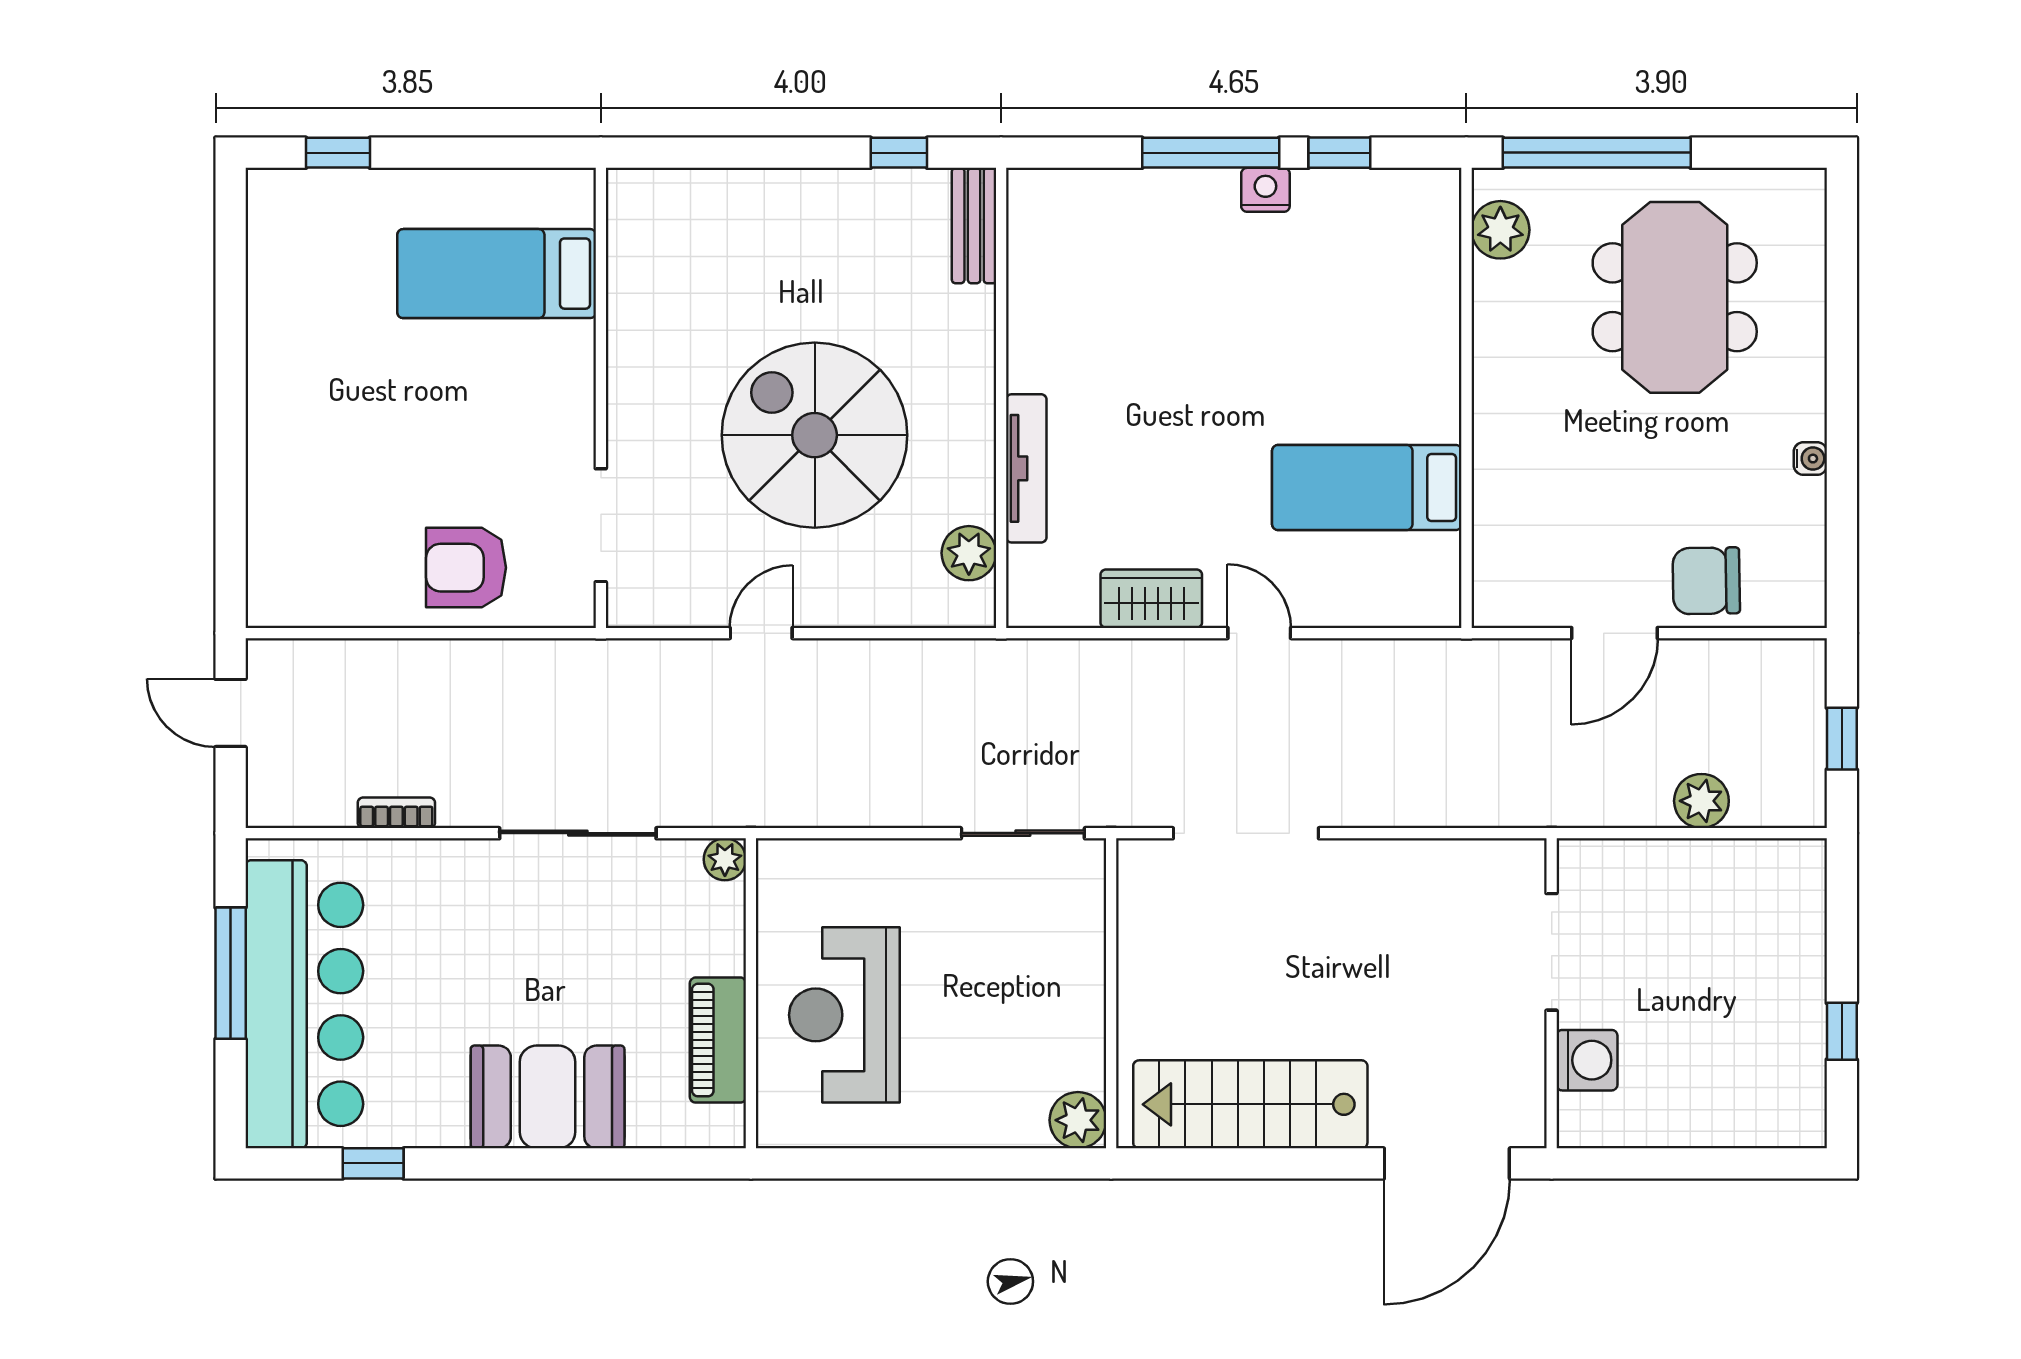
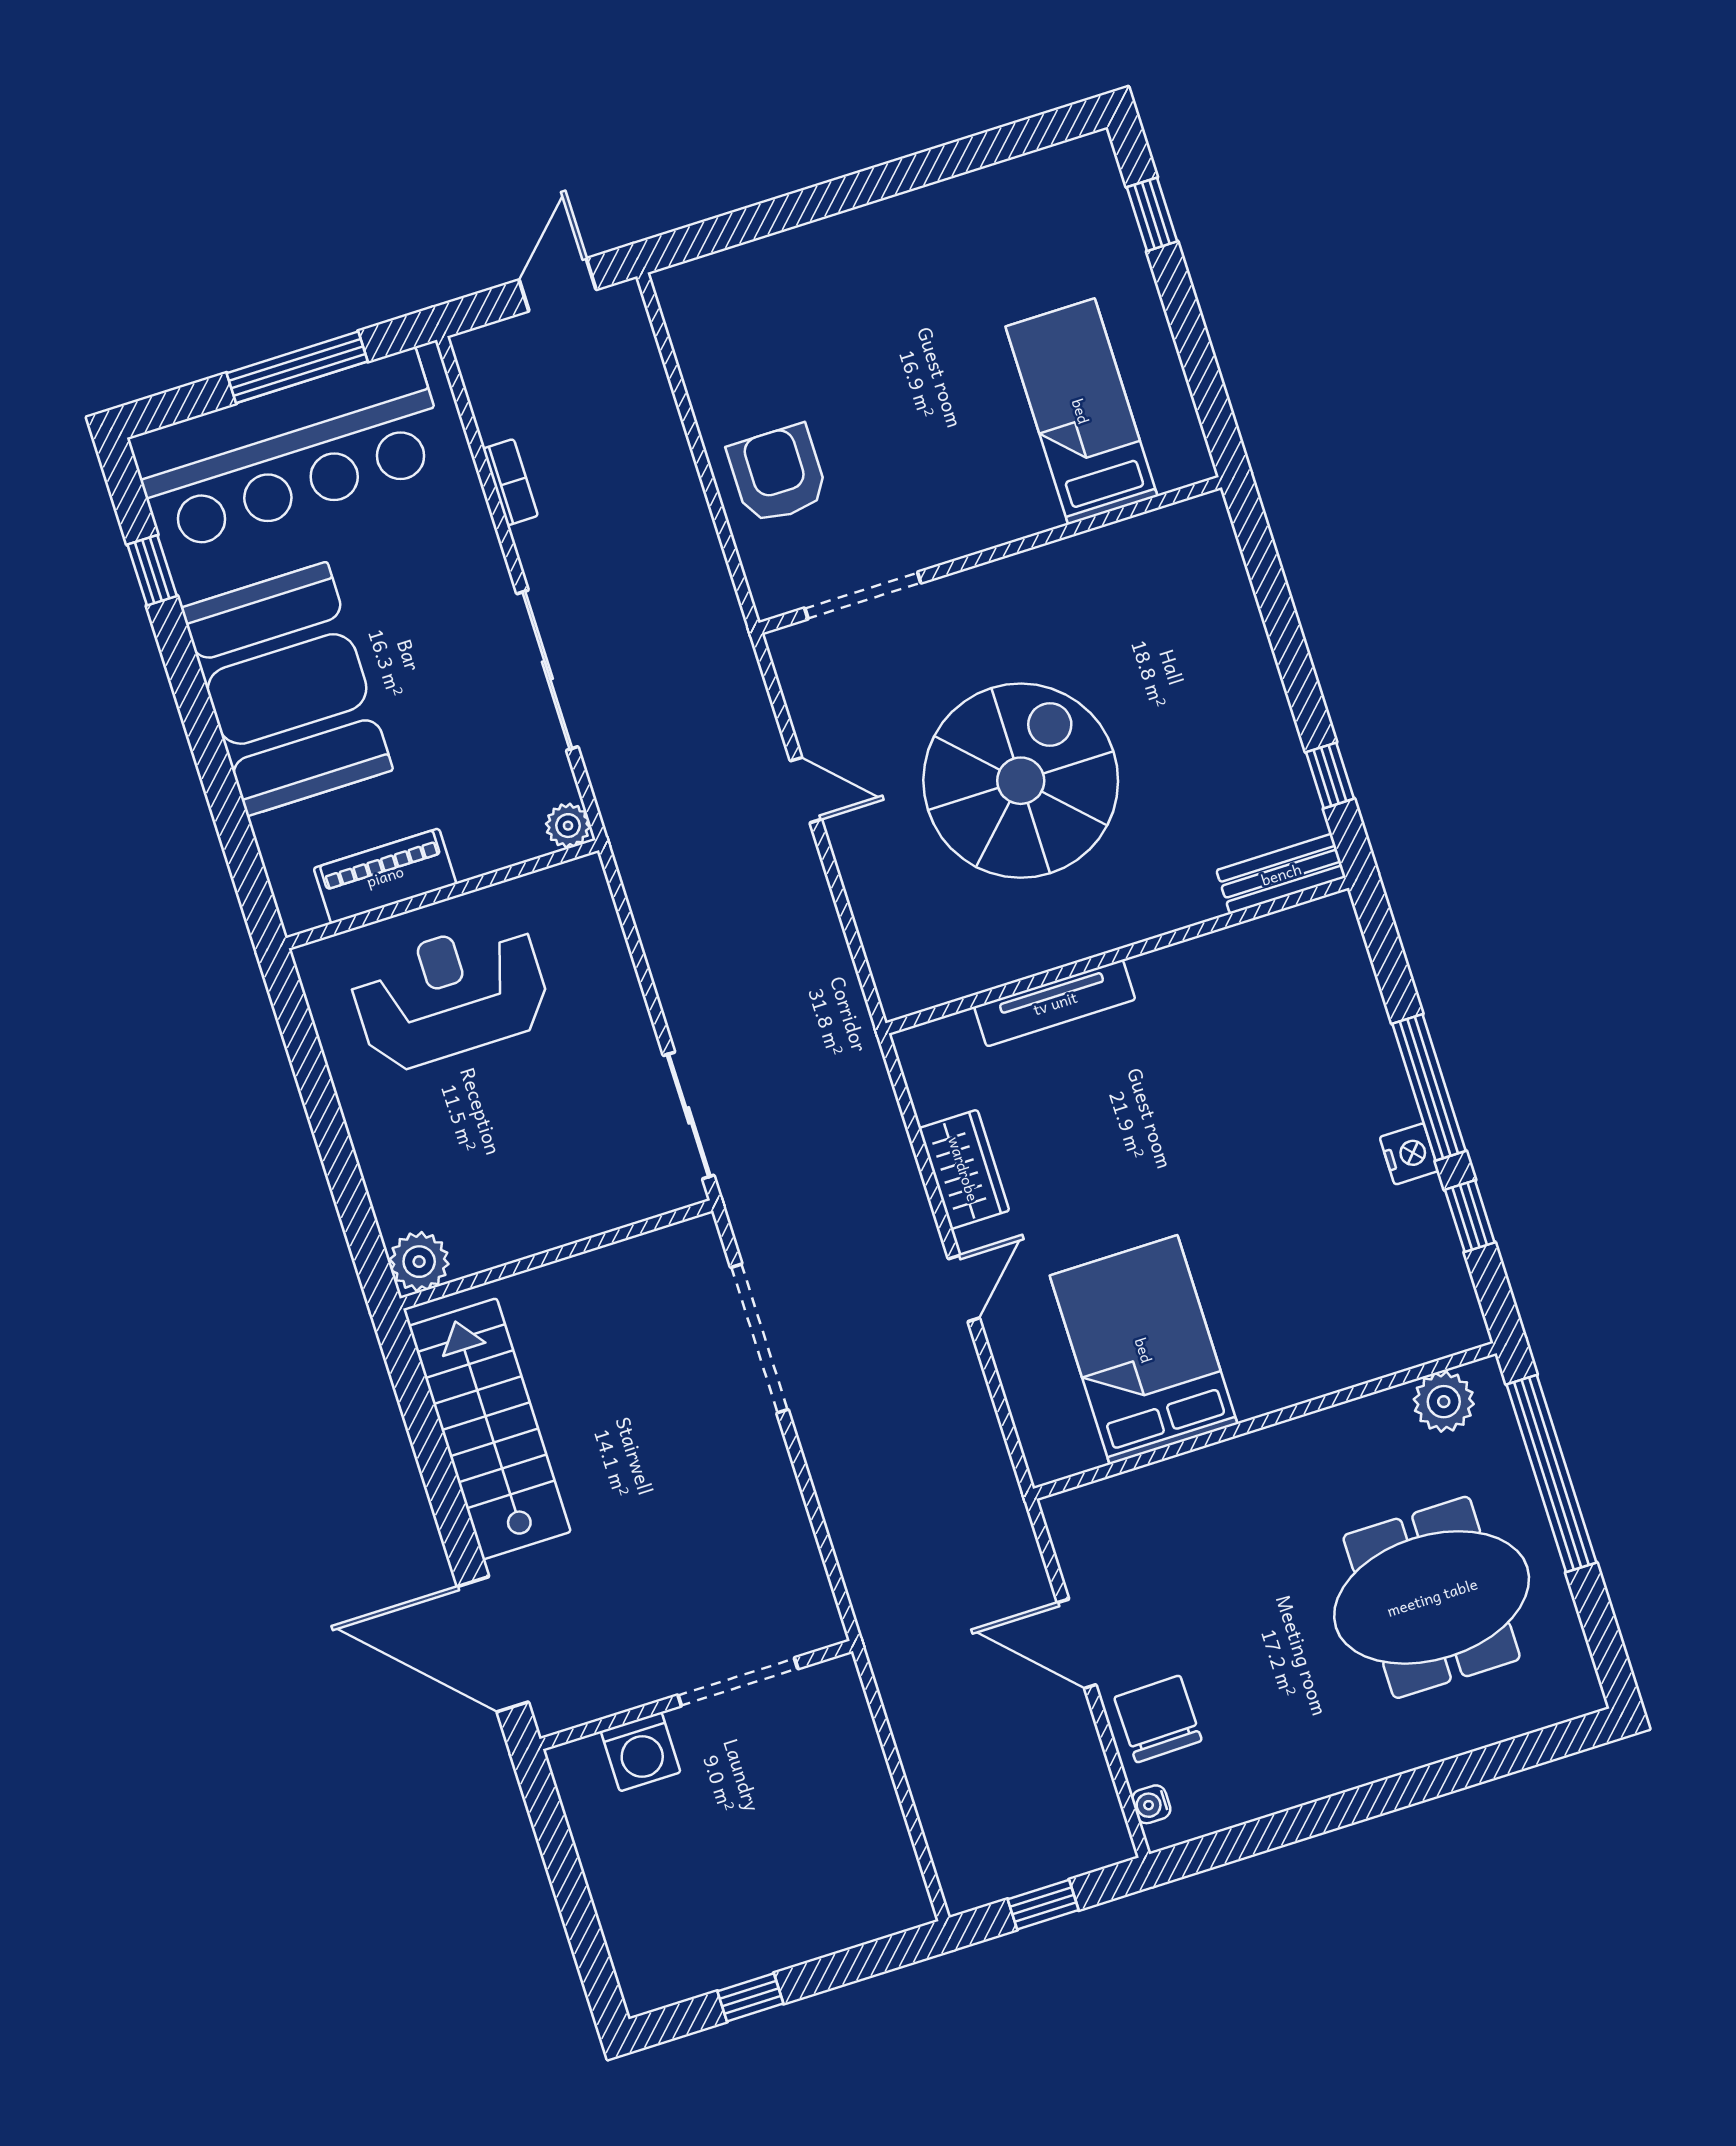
water cooler: (1810, 459) -> (1151, 1804), moved, turned 90
bed: (1367, 488) -> (1144, 1350), width x1.50
plant: (969, 553) -> (952, 973), removed
plant: (1701, 801) -> (936, 1784), removed
booth: (548, 1097) -> (287, 689), width x1.36, depth x1.42

